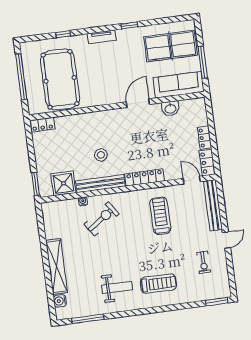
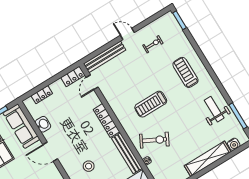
locker: (205, 138) -> (42, 95), moved
stool: (101, 155) -> (89, 166), moved
treadmill: (160, 216) -> (151, 104), moved
exercise bike: (101, 219) -> (154, 140), turned 152
weight bench: (117, 287) -> (214, 109), moved

